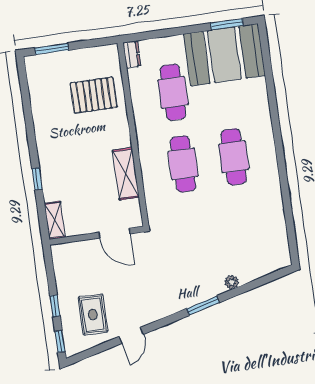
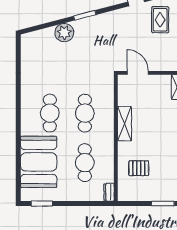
booth: (224, 55) -> (39, 162), moved, turned 90
pallet: (94, 95) -> (139, 168), width x0.67, depth x0.71
shelving: (126, 174) -> (124, 124), moved
plant: (232, 282) -> (64, 33), width x1.88, depth x1.88

